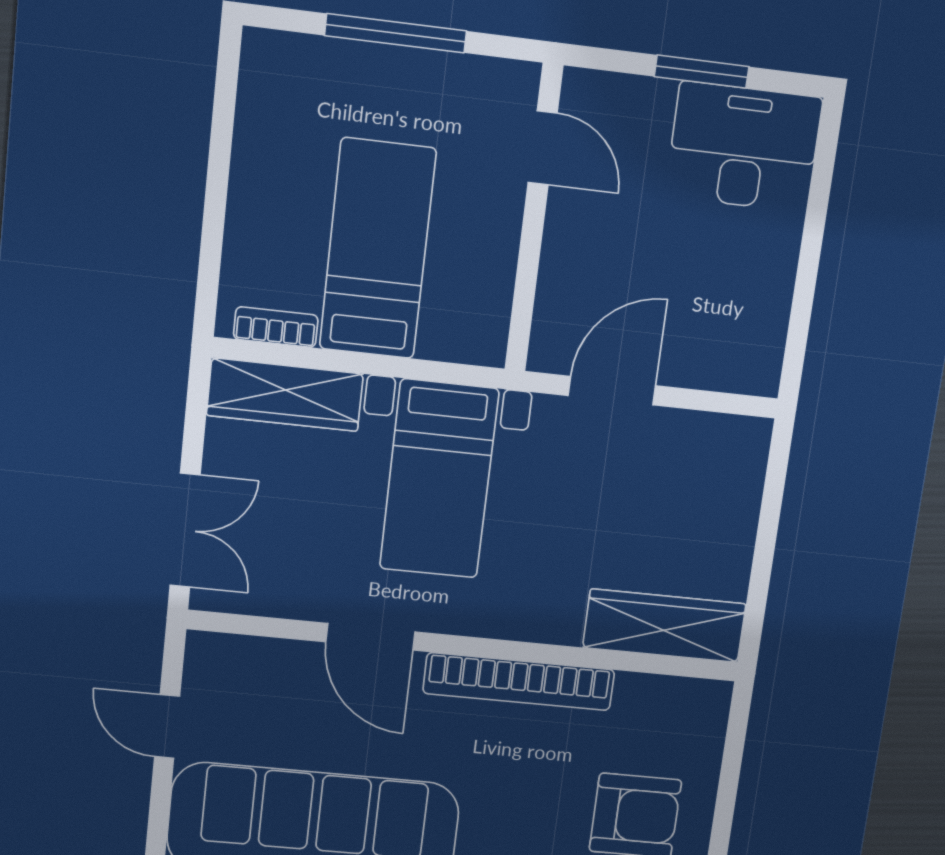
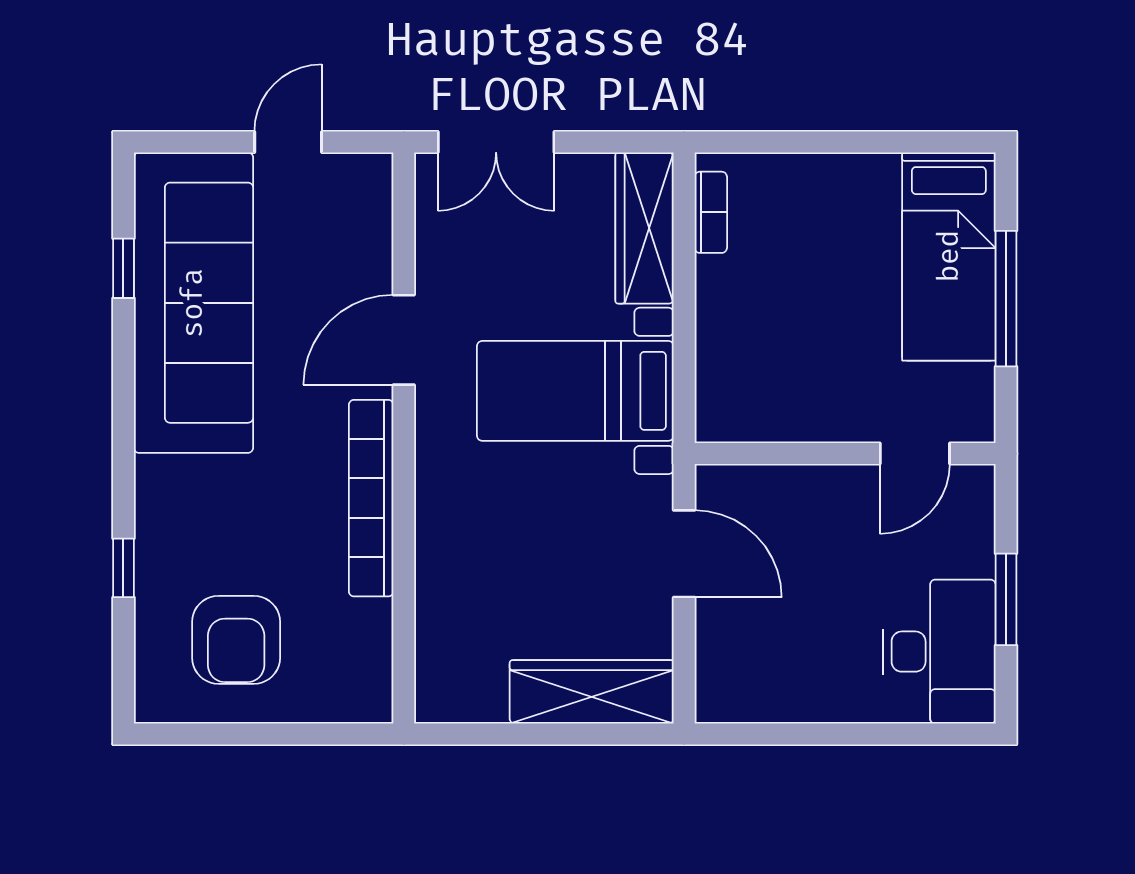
bed: (378, 249) -> (949, 256), moved, turned 90
wardrobe: (664, 626) -> (592, 692), moved, turned -90

